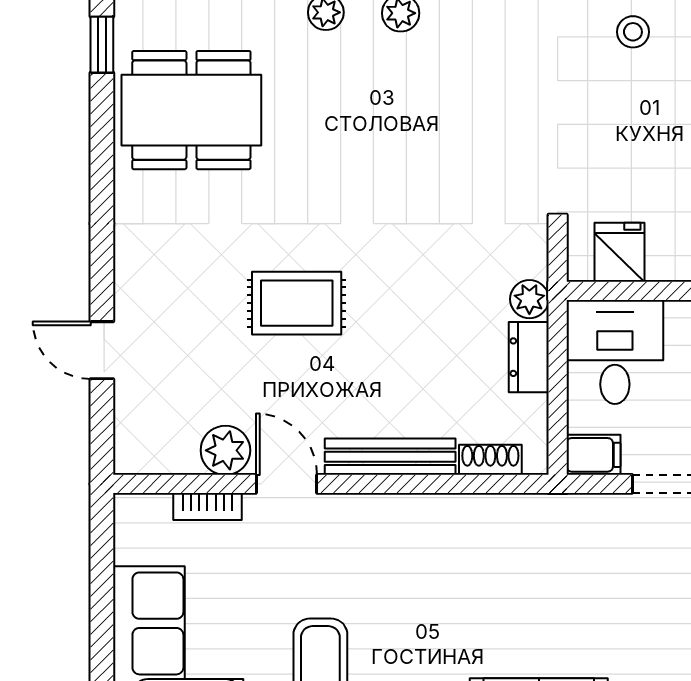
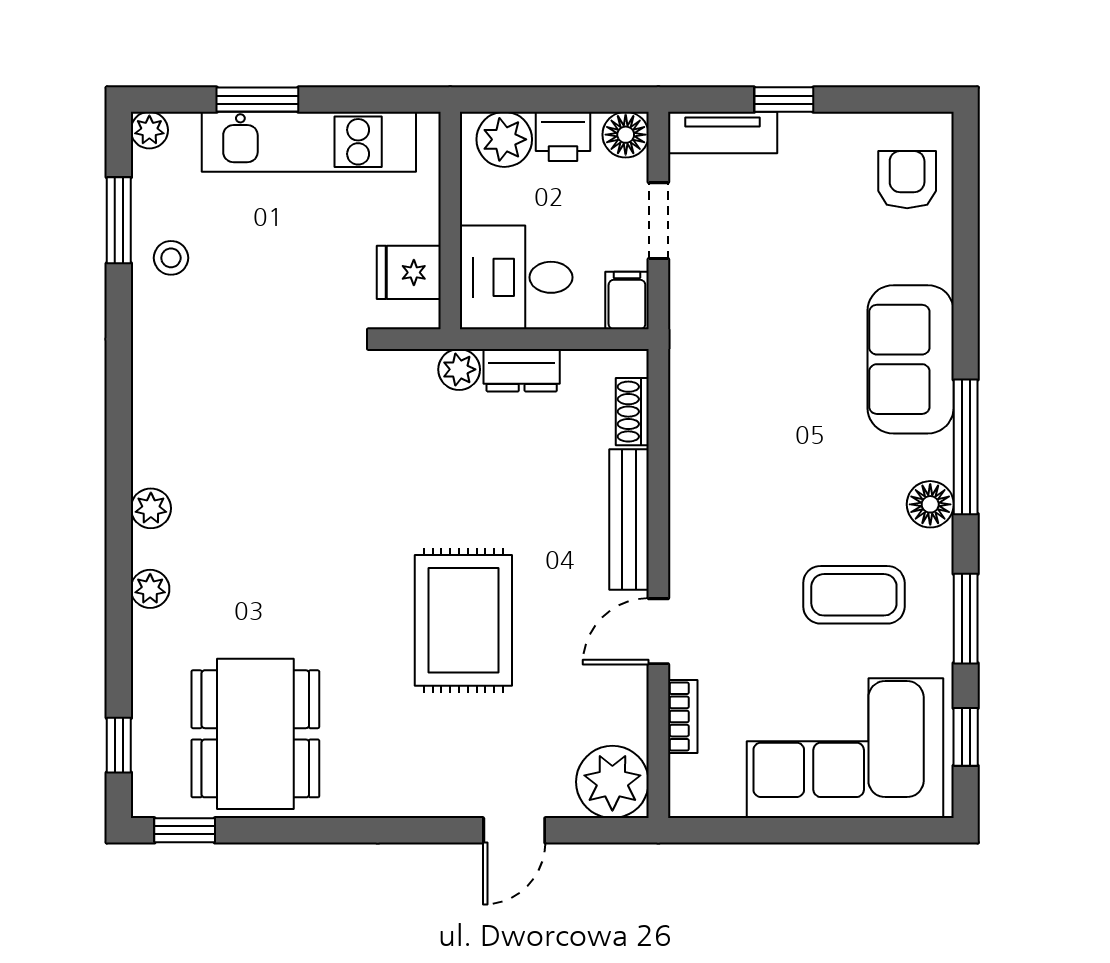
rug: (297, 303) -> (463, 620), width x1.36, depth x1.43
plant: (225, 450) -> (612, 782), moved, width x1.36, depth x1.36

